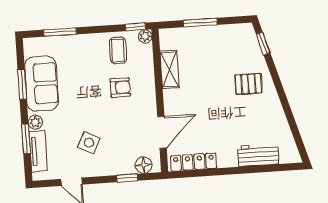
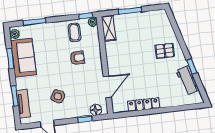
window: (263, 44) -> (192, 66), moved
shelving: (170, 69) -> (109, 28), moved
plant: (35, 122) -> (15, 34), moved
workbench: (258, 155) -> (187, 80), moved, turned -106
locker: (194, 162) -> (144, 105), moved

